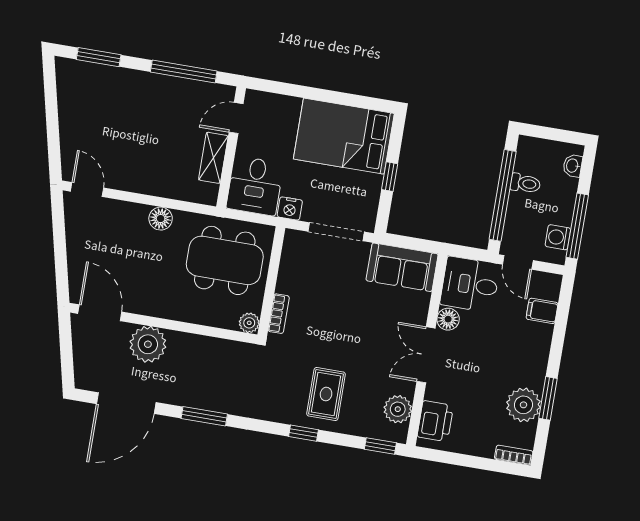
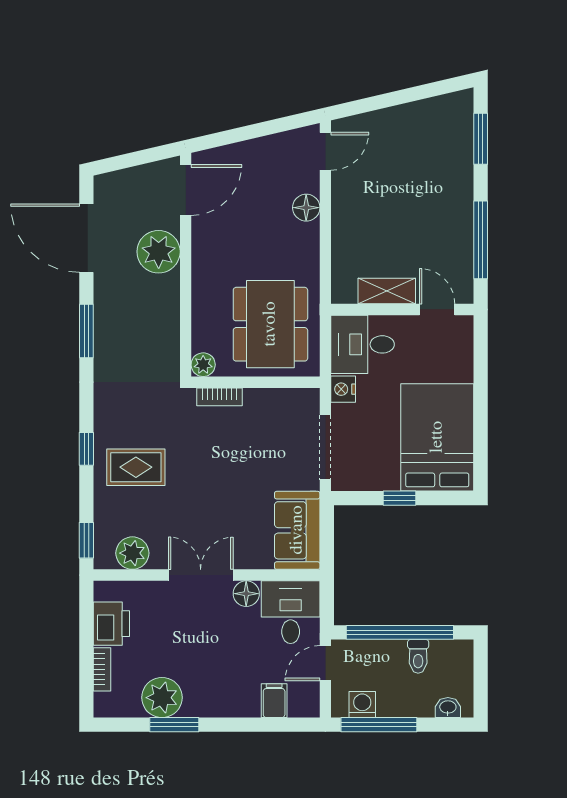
floor lamp: (161, 219) -> (306, 208), moved
printer: (435, 421) -> (111, 624), moved, turned -90
bookcase: (514, 455) -> (102, 669), moved

